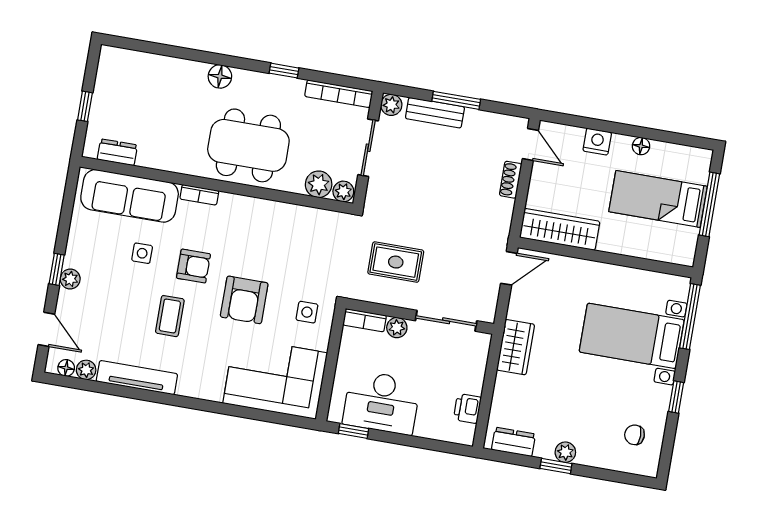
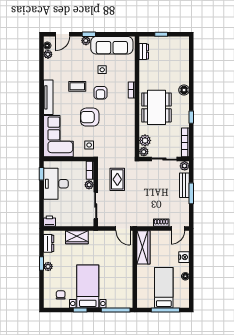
sofa: (130, 196) -> (112, 45), moved, turned -90
bed with nightstands: (632, 336) -> (88, 286), moved
wardrobe: (516, 347) -> (77, 237), moved
tv unit: (137, 378) -> (48, 97), moved
printer: (467, 408) -> (49, 221), moved

